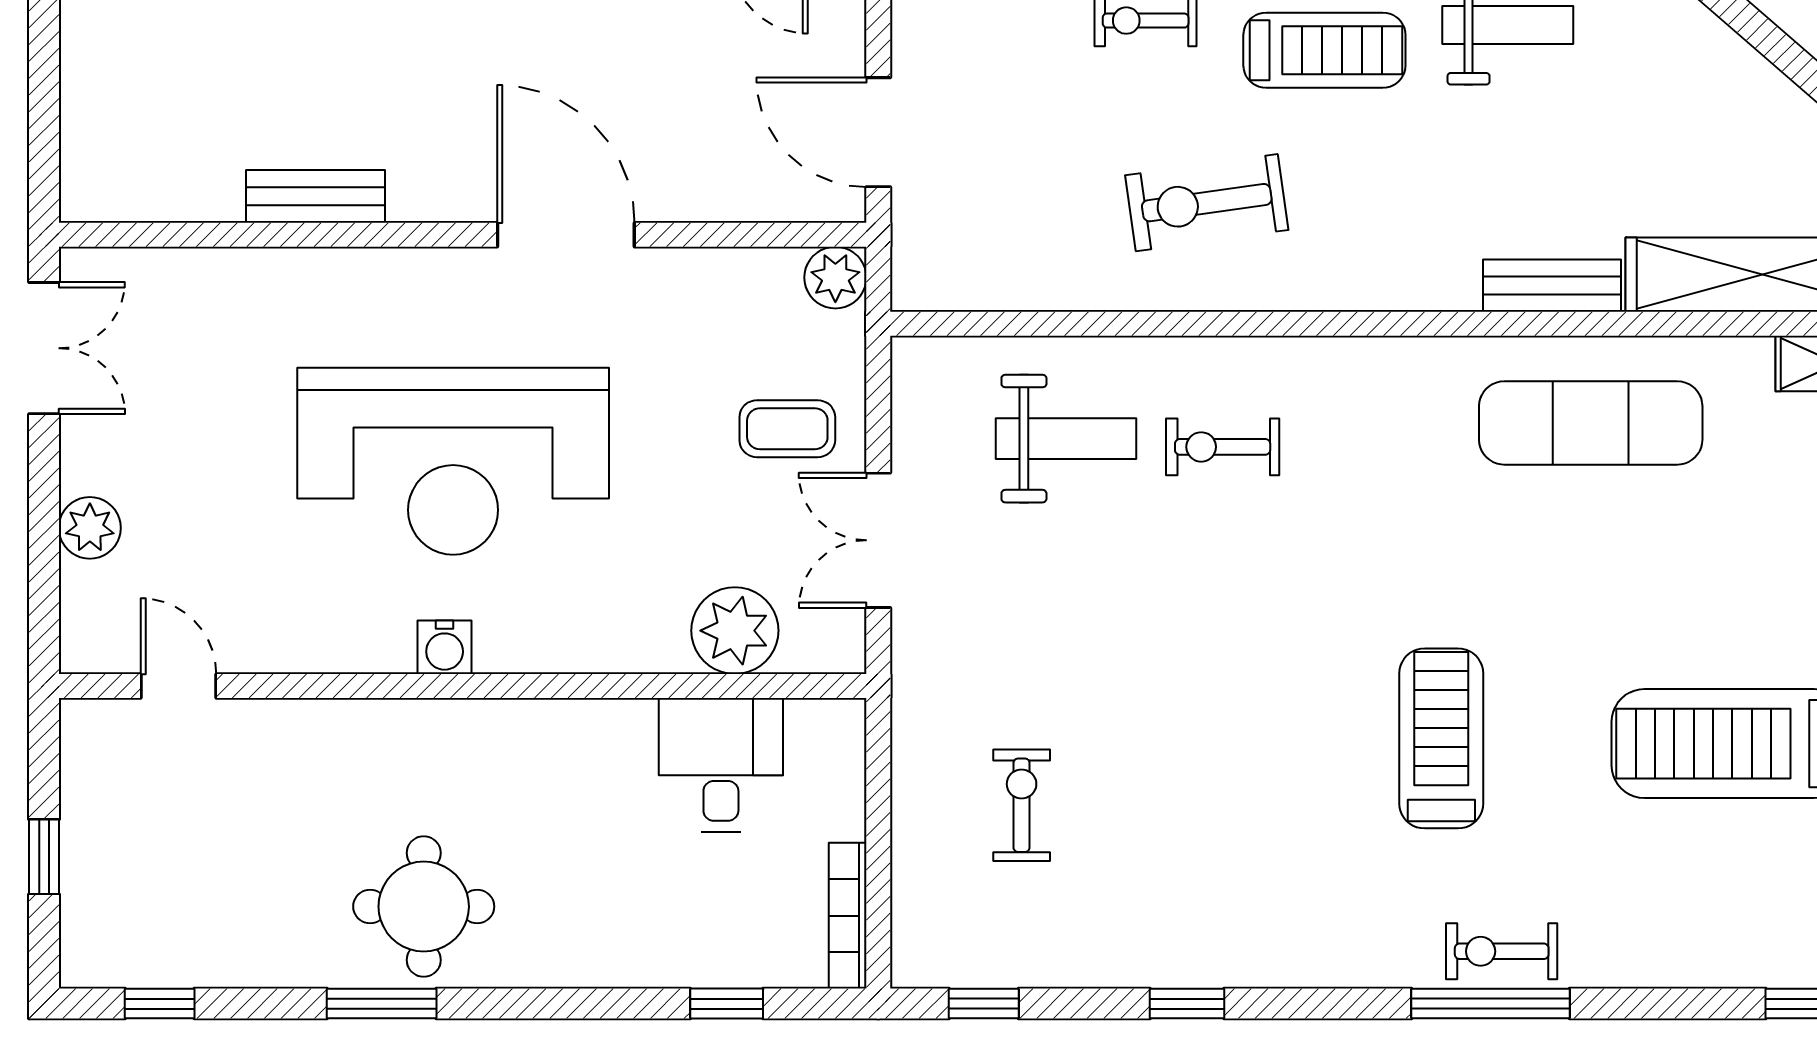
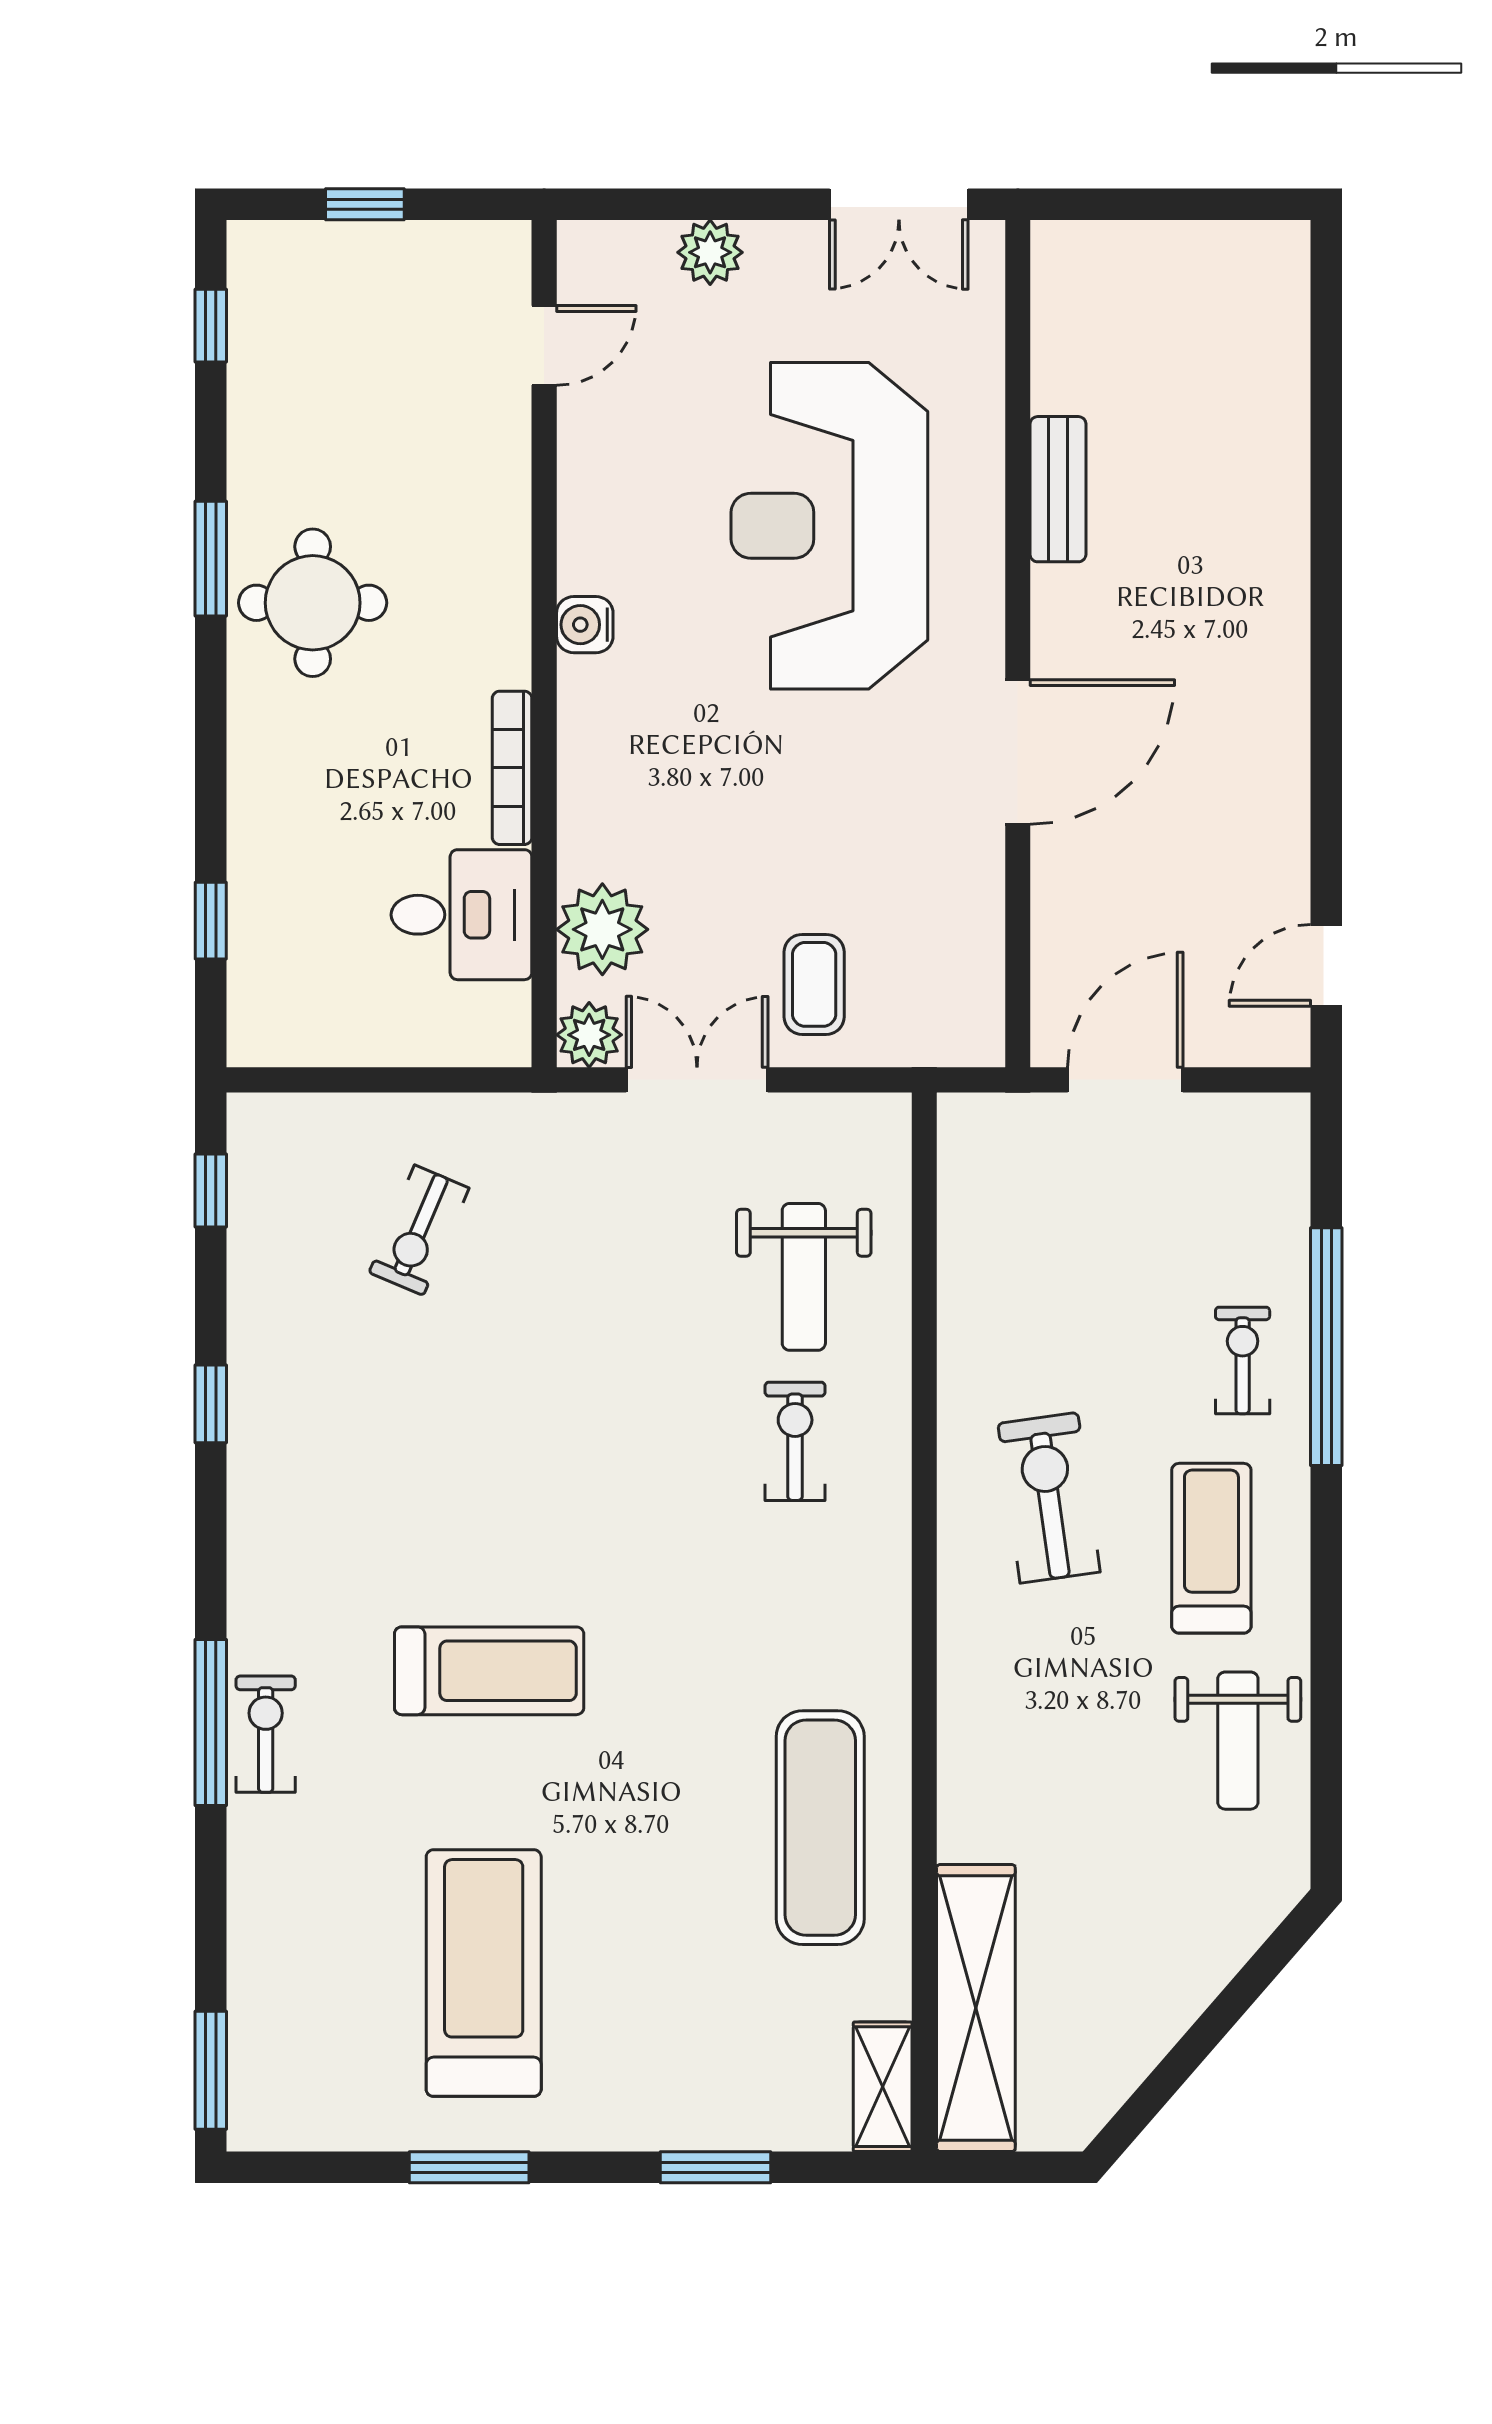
treadmill: (1324, 50) -> (1211, 1548), turned 180
exercise bike: (1207, 203) -> (1049, 1498), moved
plant: (835, 278) -> (589, 1035), moved
bench: (1552, 286) -> (964, 1787), removed
reception desk: (453, 461) -> (829, 526), moved
exercise bike: (1022, 805) -> (419, 1230), turned 113
bookcase: (848, 916) -> (512, 768), moved, turned -90

